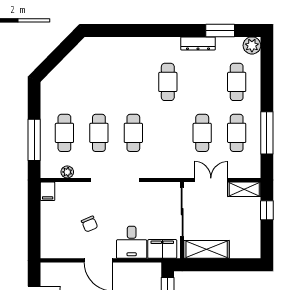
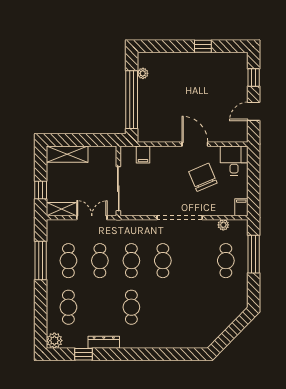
window: (220, 30) -> (84, 354), width x0.67
cafe table: (99, 133) -> (131, 261), moved
double door: (211, 180) -> (92, 218), swing flipped
chair: (90, 224) -> (203, 177), width x1.87, depth x1.87
desk: (132, 242) -> (234, 161), moved
filing cabinet: (162, 249) -> (143, 154), width x0.50
shelving: (207, 249) -> (67, 154), moved

